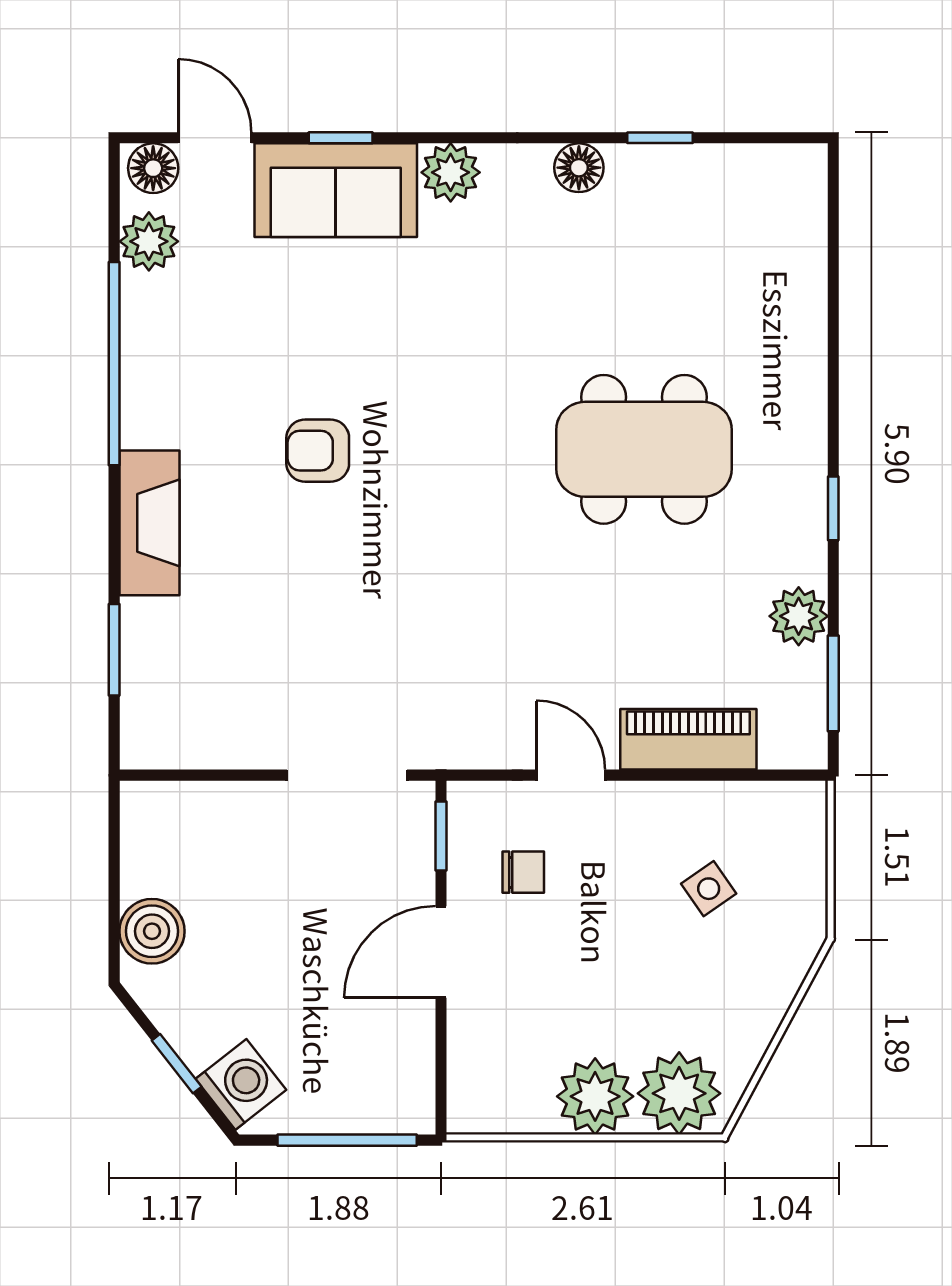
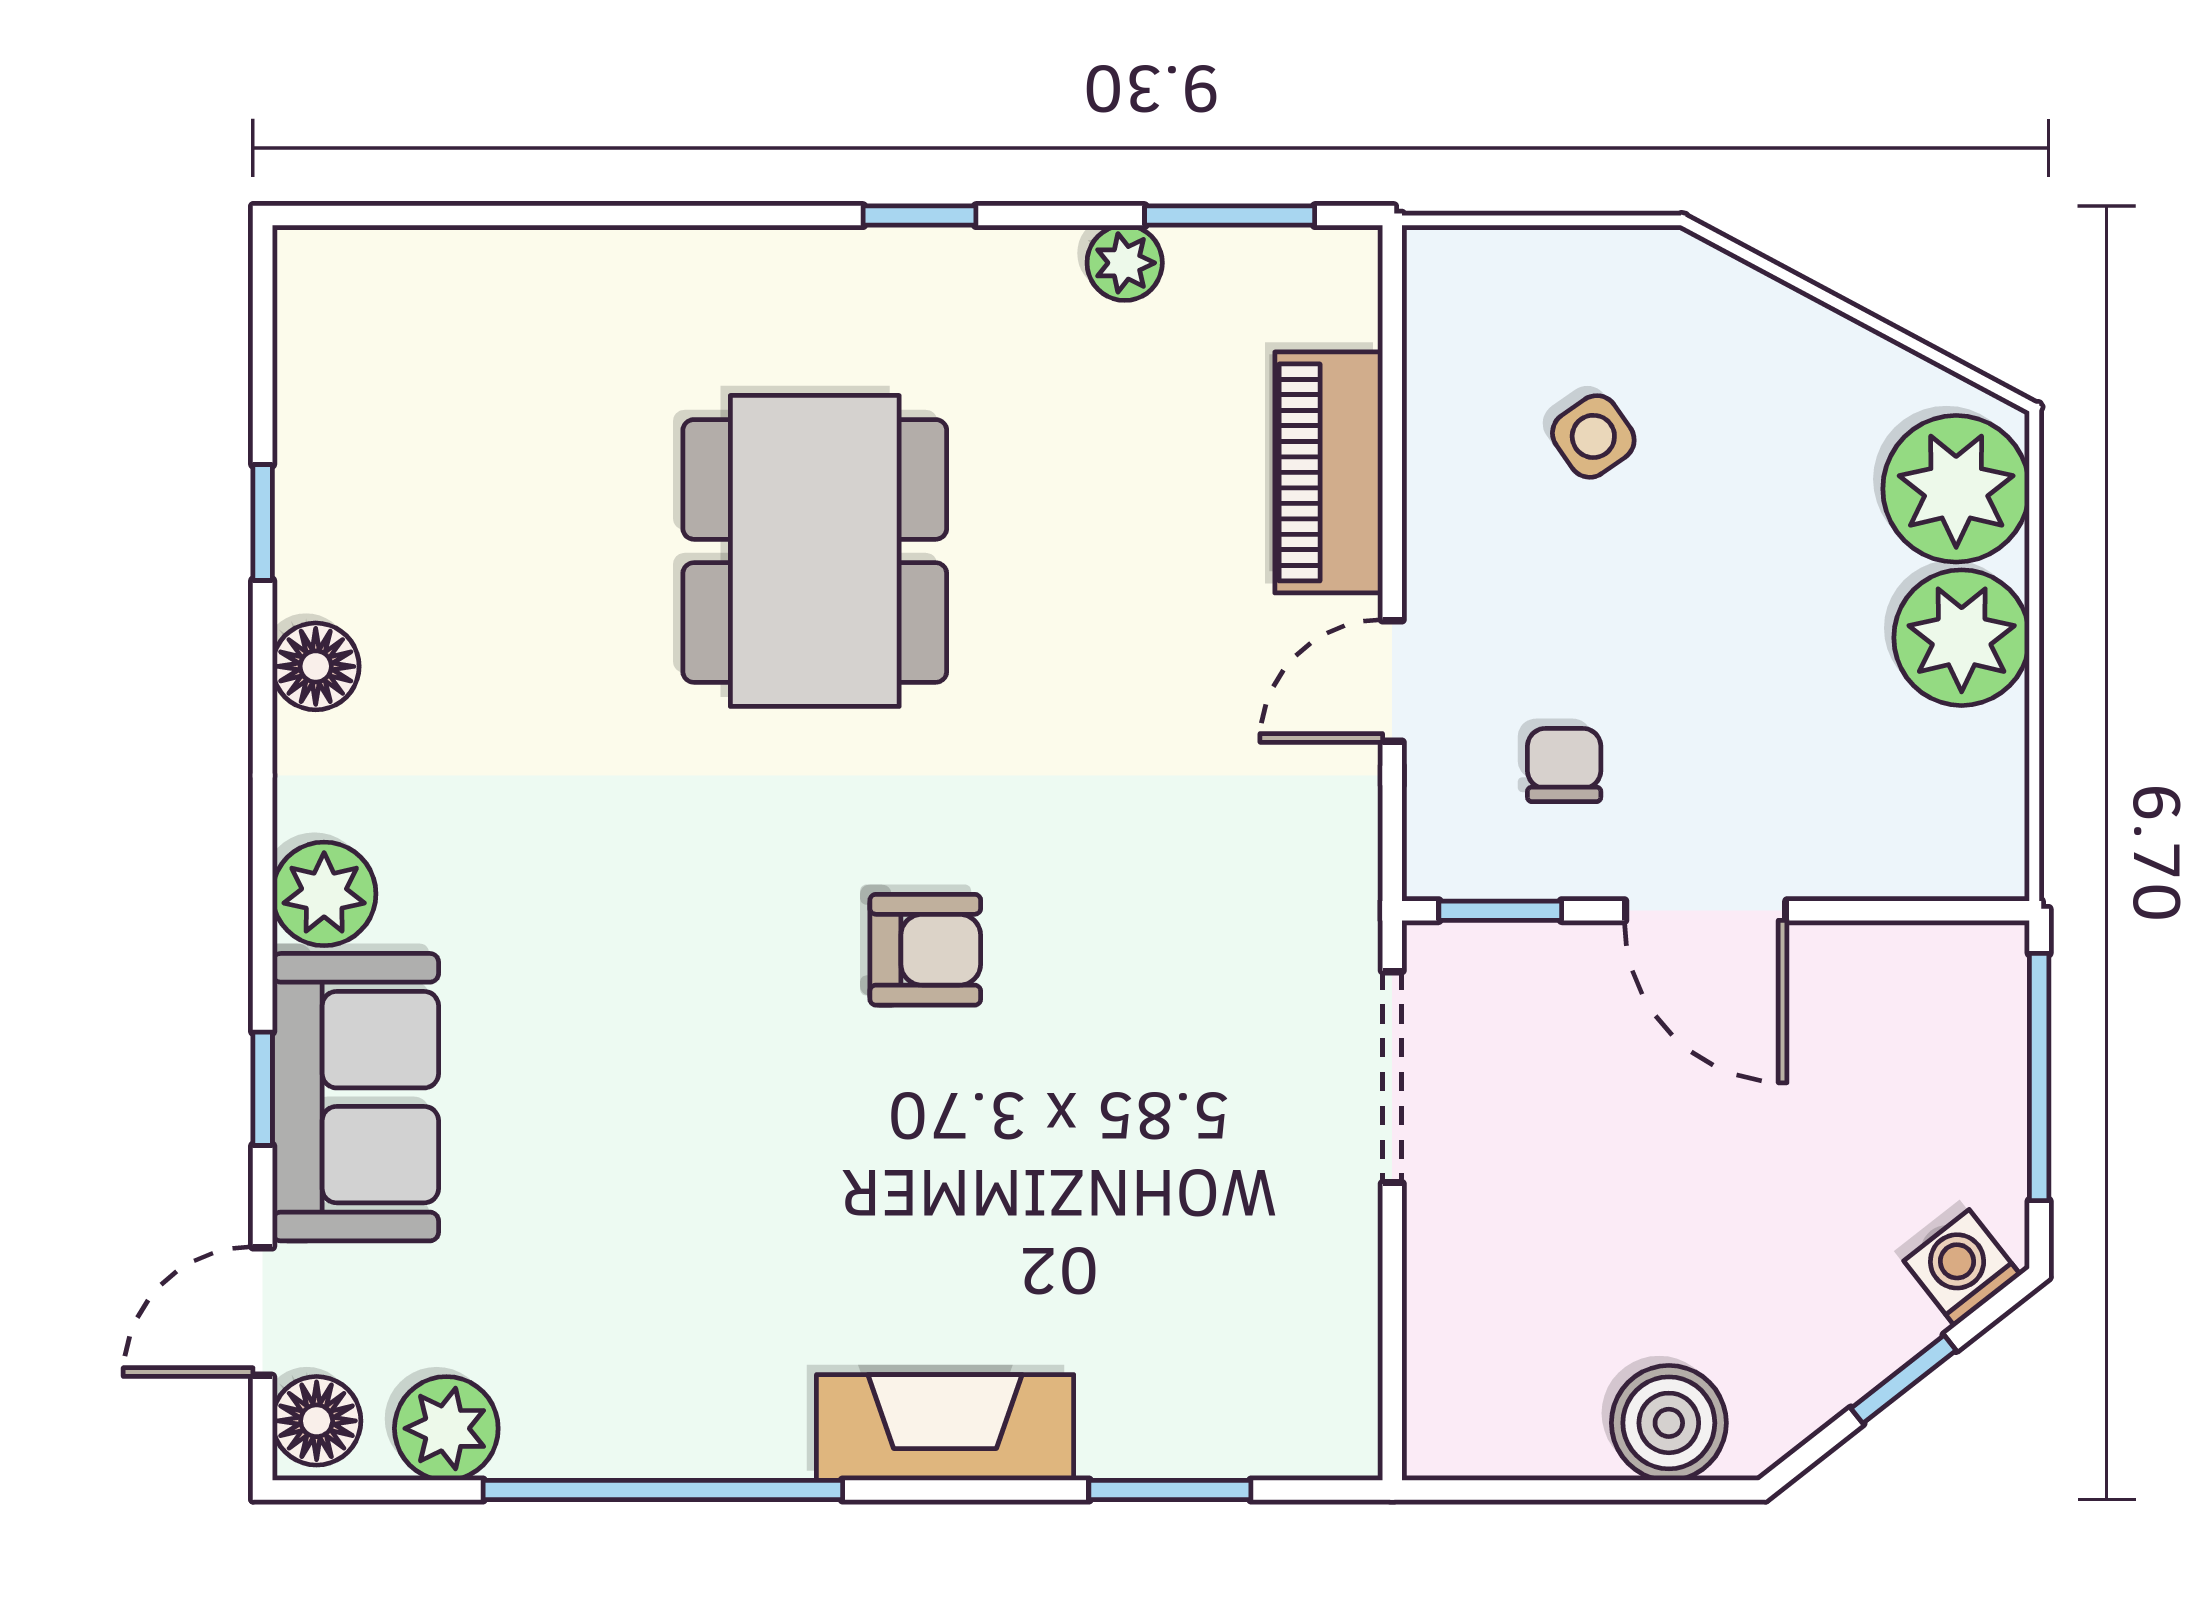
armchair: (318, 451) -> (925, 950), moved, turned -90
plant: (799, 616) -> (1125, 263), width x0.73, depth x0.73
washing machine: (241, 1084) -> (1962, 1268), width x0.73, depth x0.73

